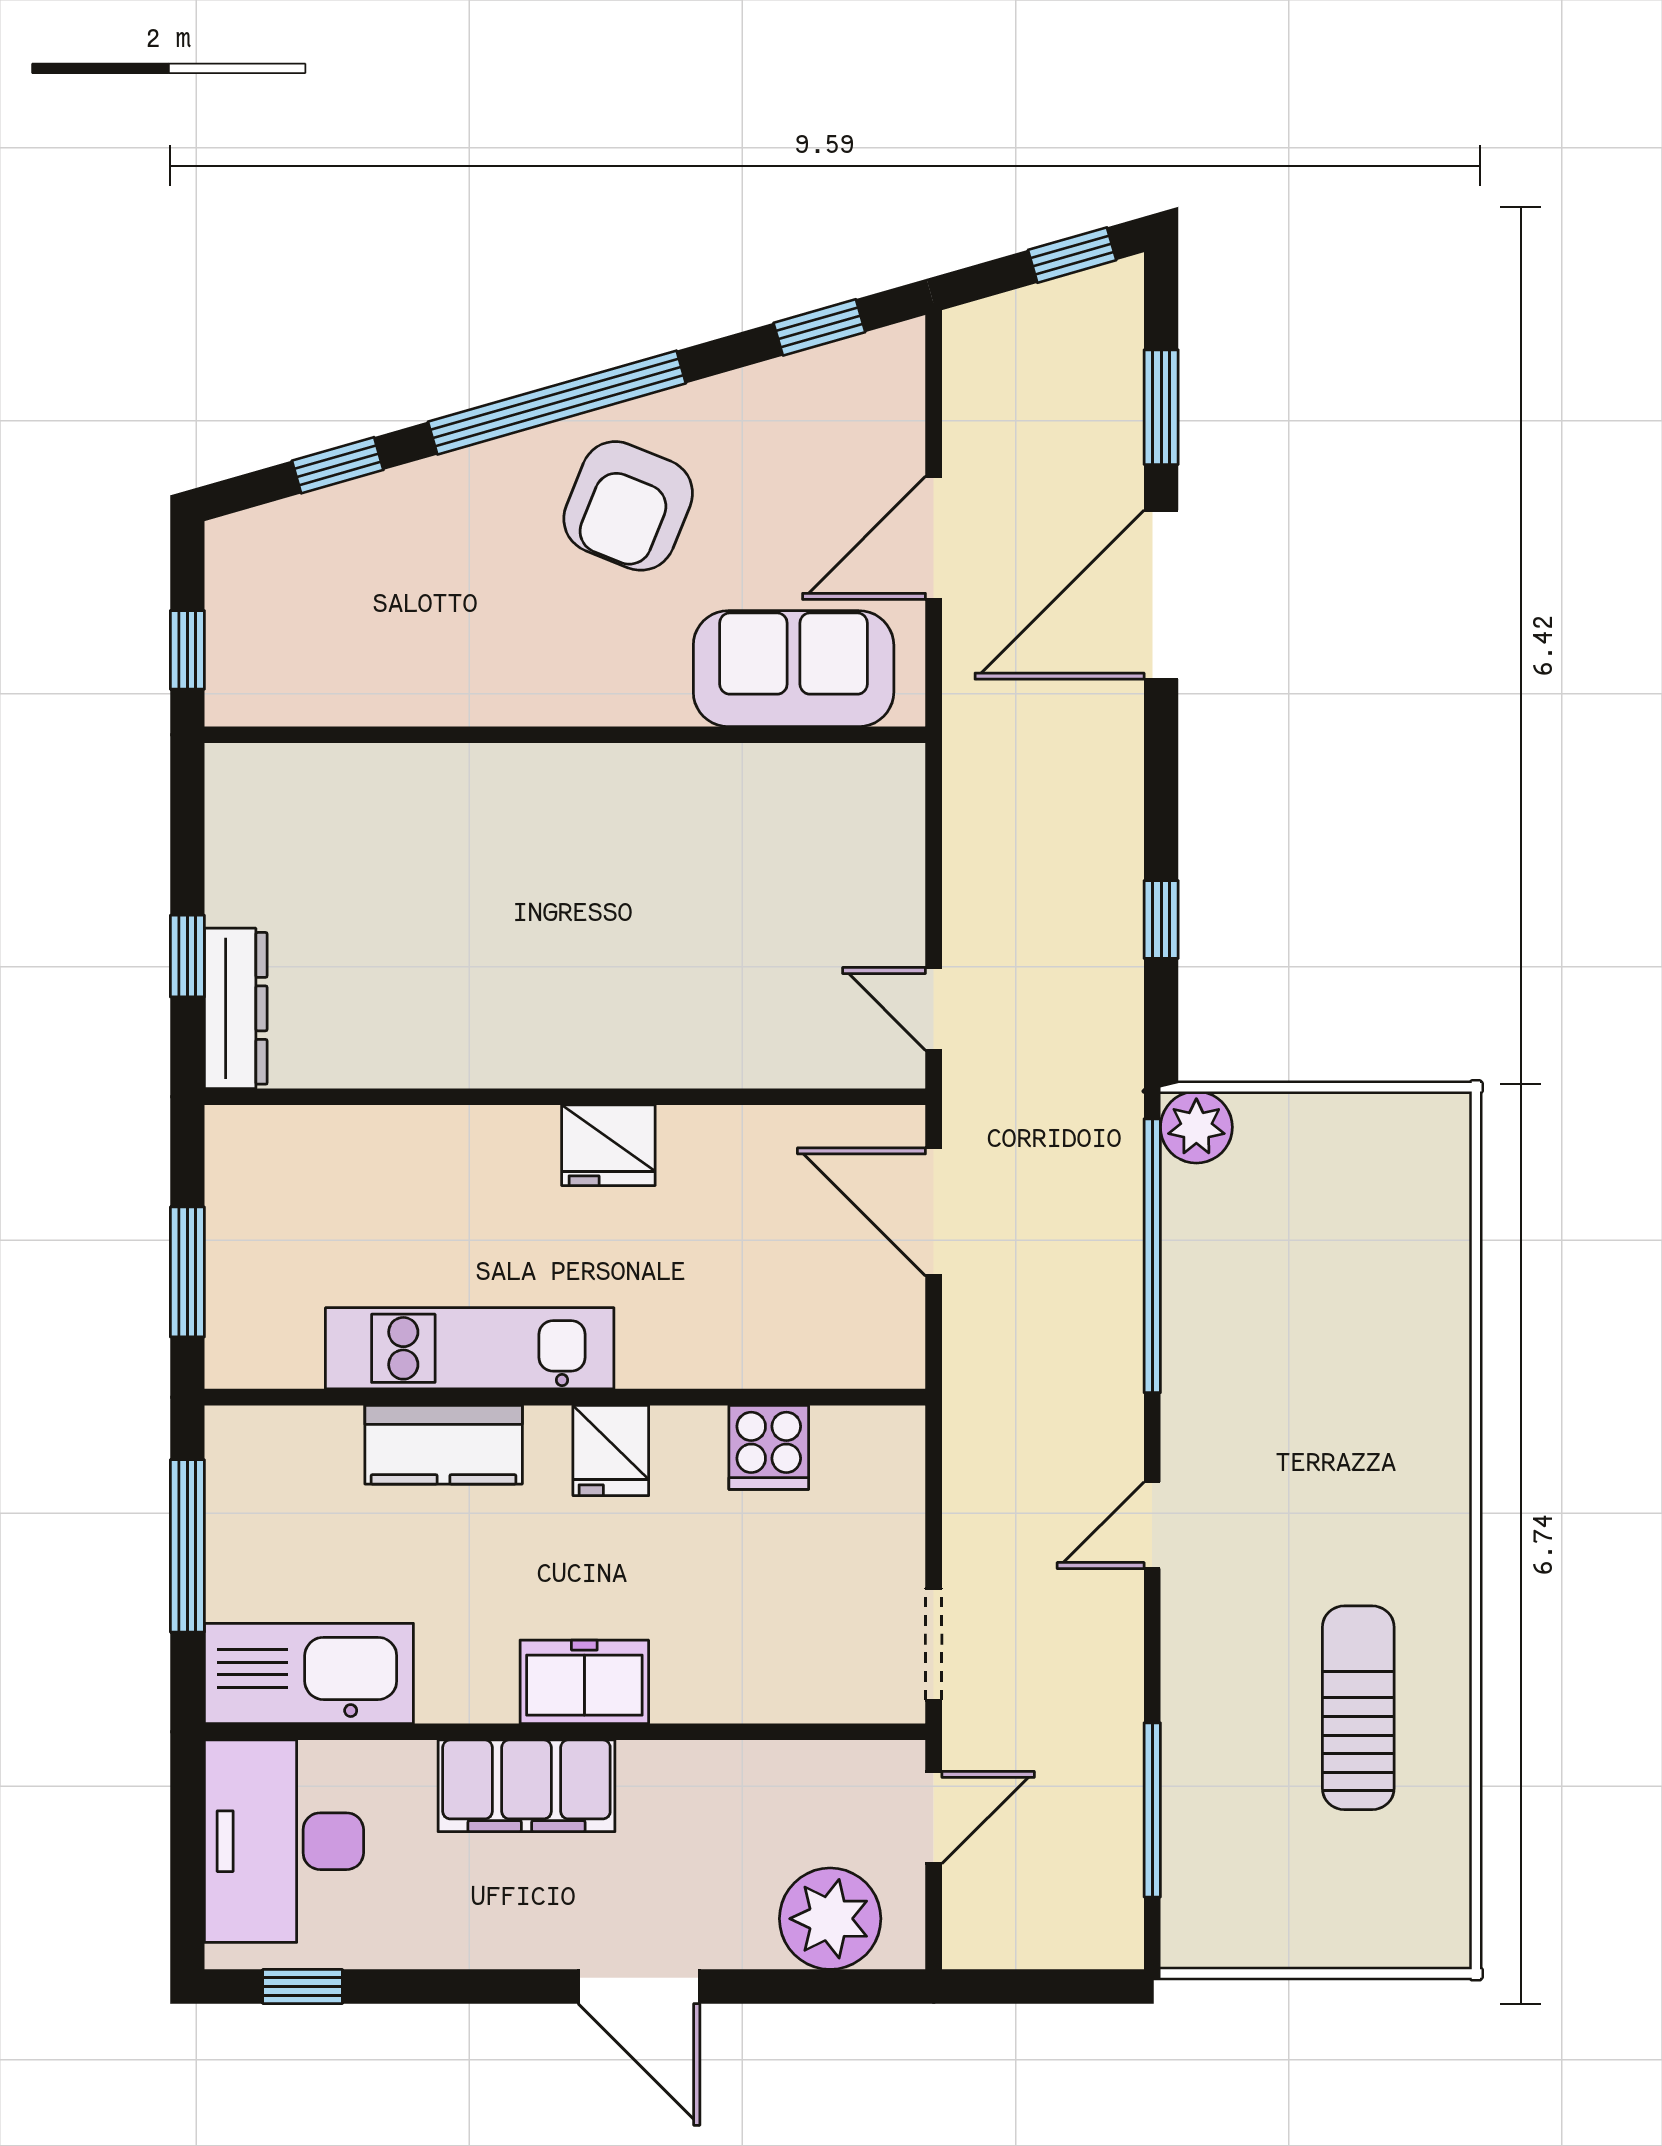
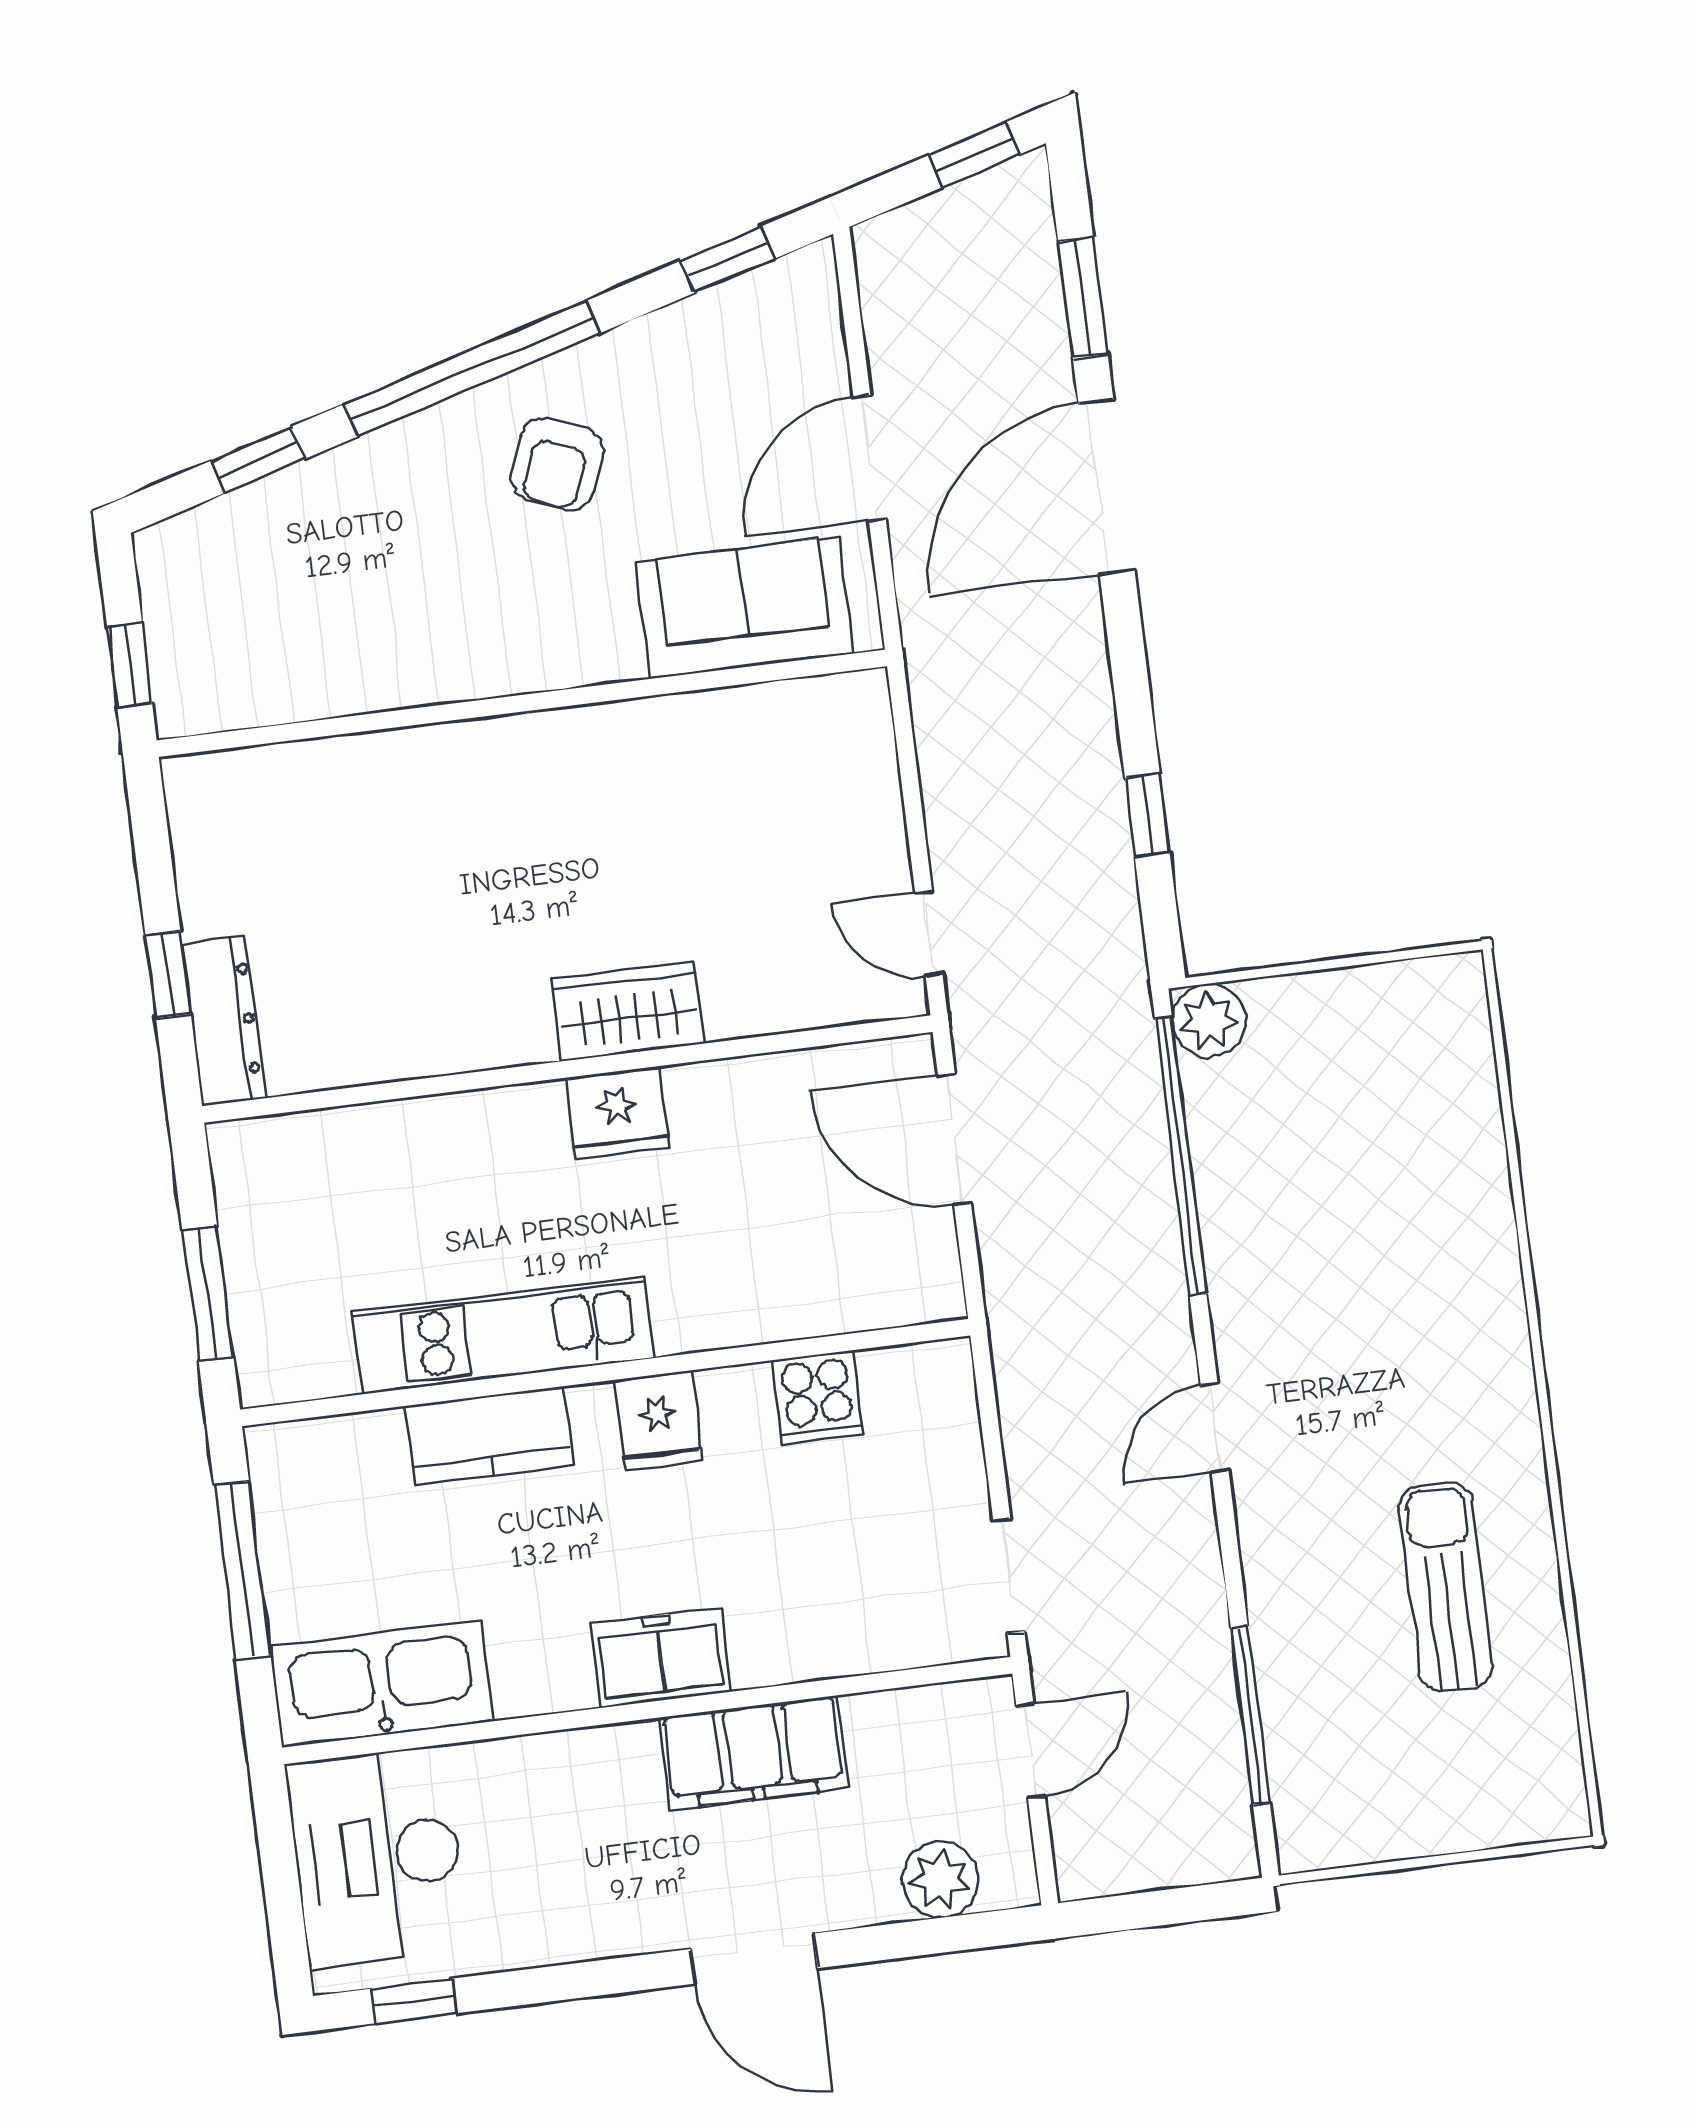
armchair: (628, 506) -> (557, 464), width x0.72, depth x0.72
wardrobe: (631, 1048) -> (628, 1011), added
filing cabinet: (526, 1786) -> (753, 1753), moved
plant: (830, 1919) -> (940, 1880), width x0.73, depth x0.73

